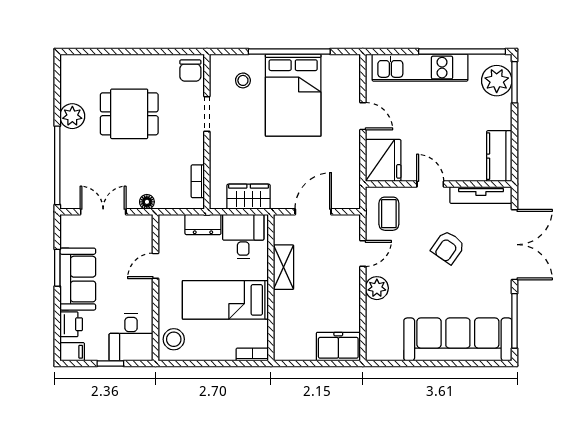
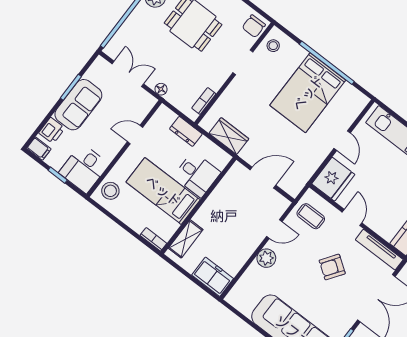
stool: (243, 80) -> (273, 46), moved
coffee table: (389, 214) -> (311, 216), turned 90
desk: (243, 237) -> (197, 174), moved, turned 90
shelving: (284, 267) -> (186, 239), moved

